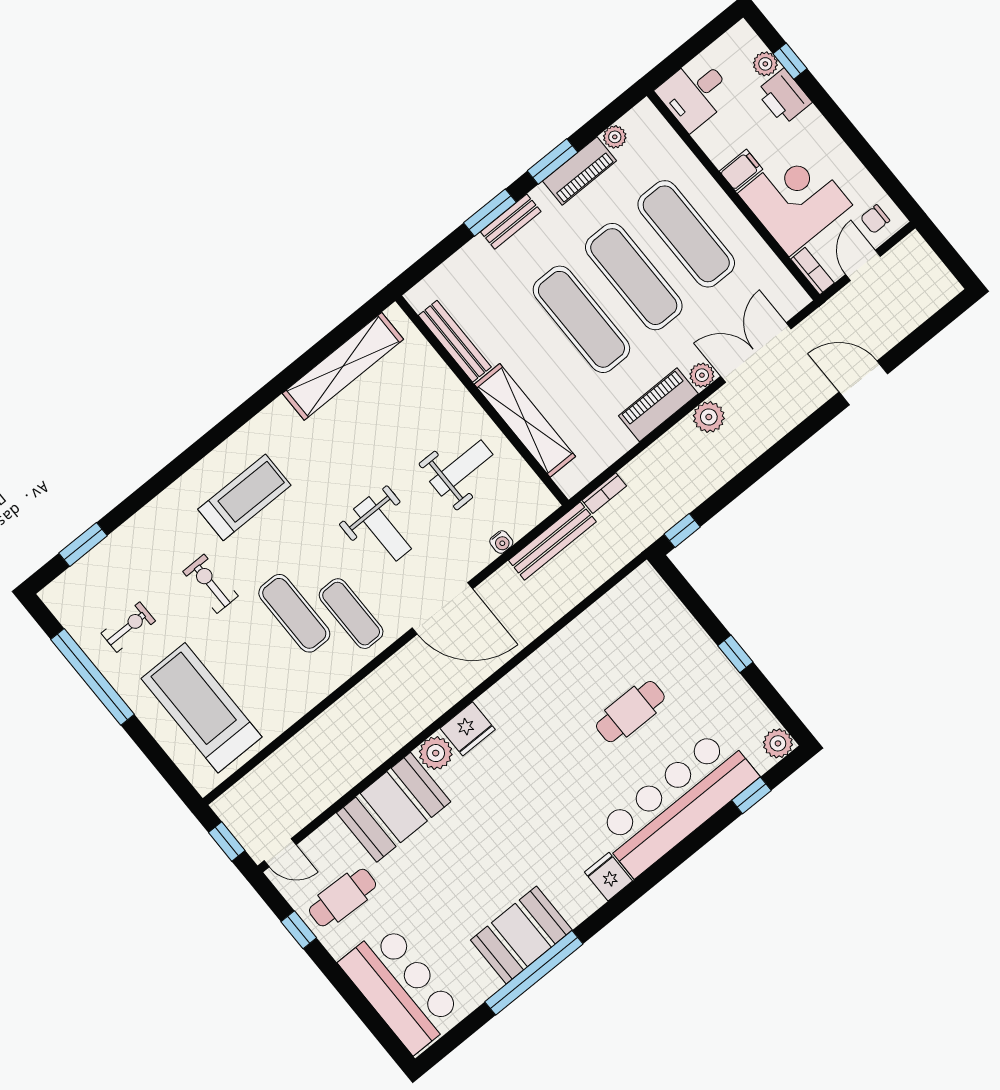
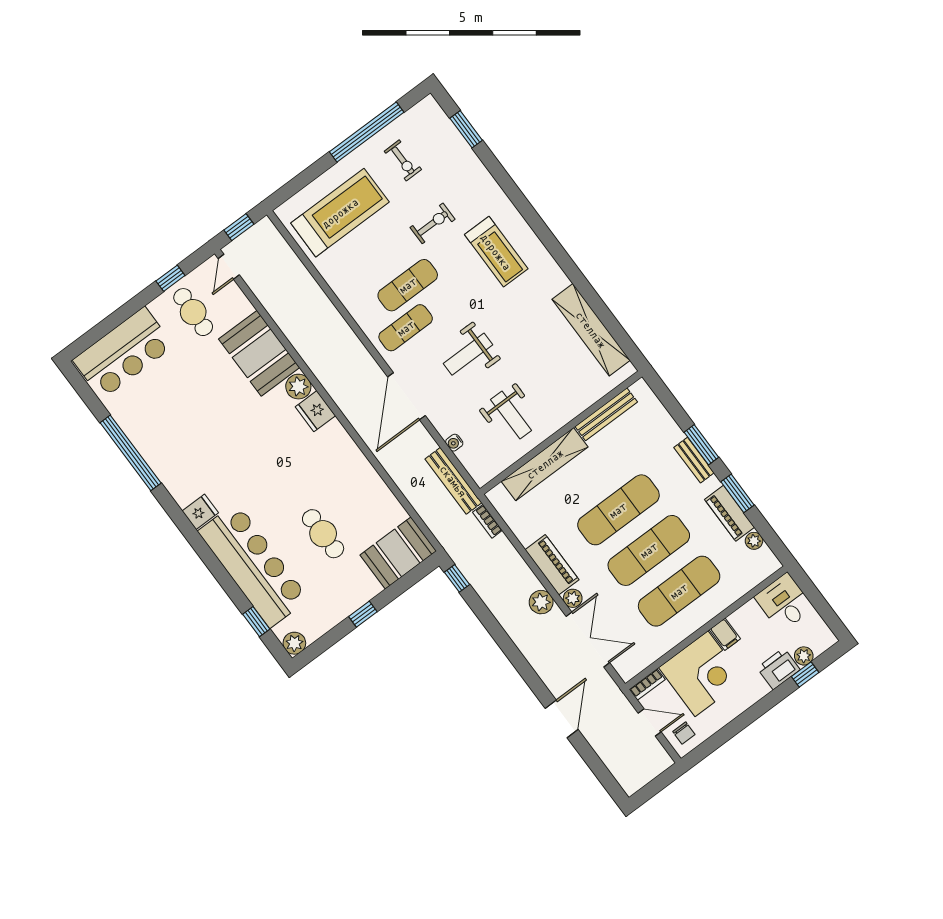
chair: (875, 219) -> (684, 733), turned 180
booth: (521, 935) -> (398, 553), moved, turned 90

